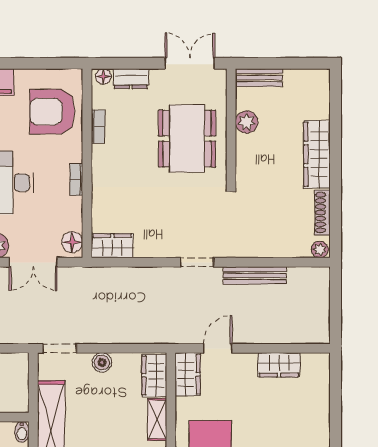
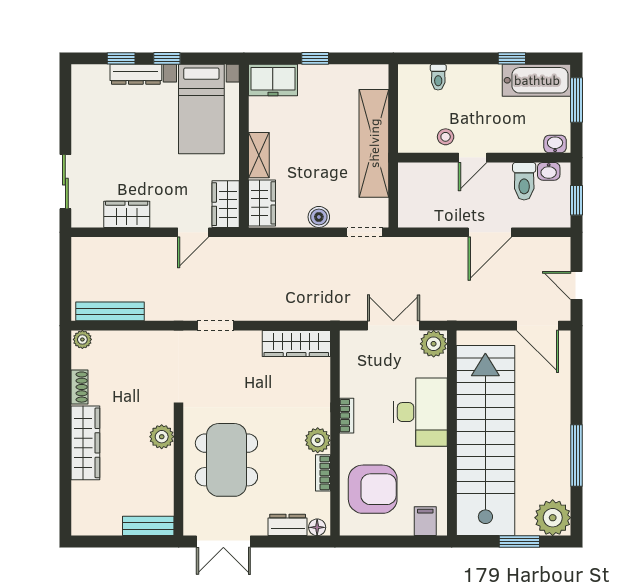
plant: (247, 122) -> (162, 437), moved
plant: (103, 157) -> (318, 440), added
shoe rack: (322, 213) -> (79, 387), width x0.70
floor lamp: (72, 242) -> (351, 348), removed
wardrobe: (112, 246) -> (296, 343), width x1.50
bench: (255, 275) -> (110, 311), moved
sliding door: (335, 395) -> (65, 182), added
bidet: (22, 432) -> (406, 141), removed

